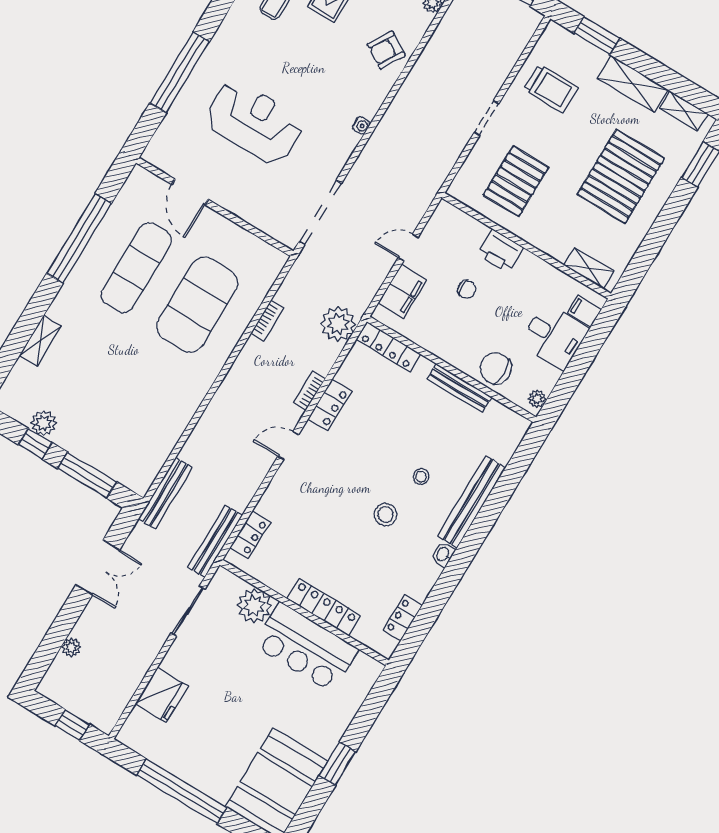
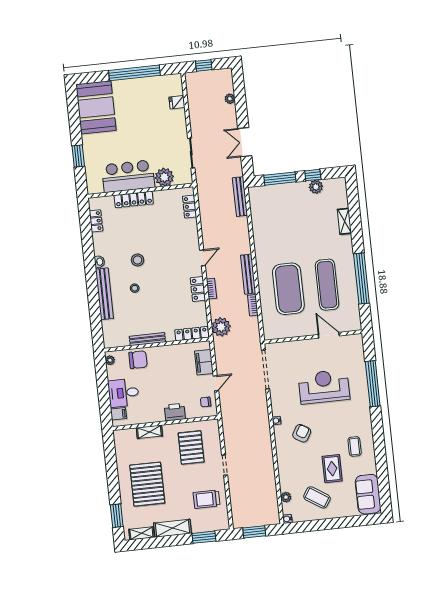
armchair: (386, 50) -> (302, 433), moved
reception desk: (254, 122) -> (324, 387), turned 180
shelving: (589, 268) -> (149, 432), moved
chair: (467, 290) -> (206, 402), moved
bench: (215, 541) -> (248, 274), moved
fridge: (162, 695) -> (177, 102), width x0.53, depth x0.75
window: (338, 764) -> (78, 156), moved

